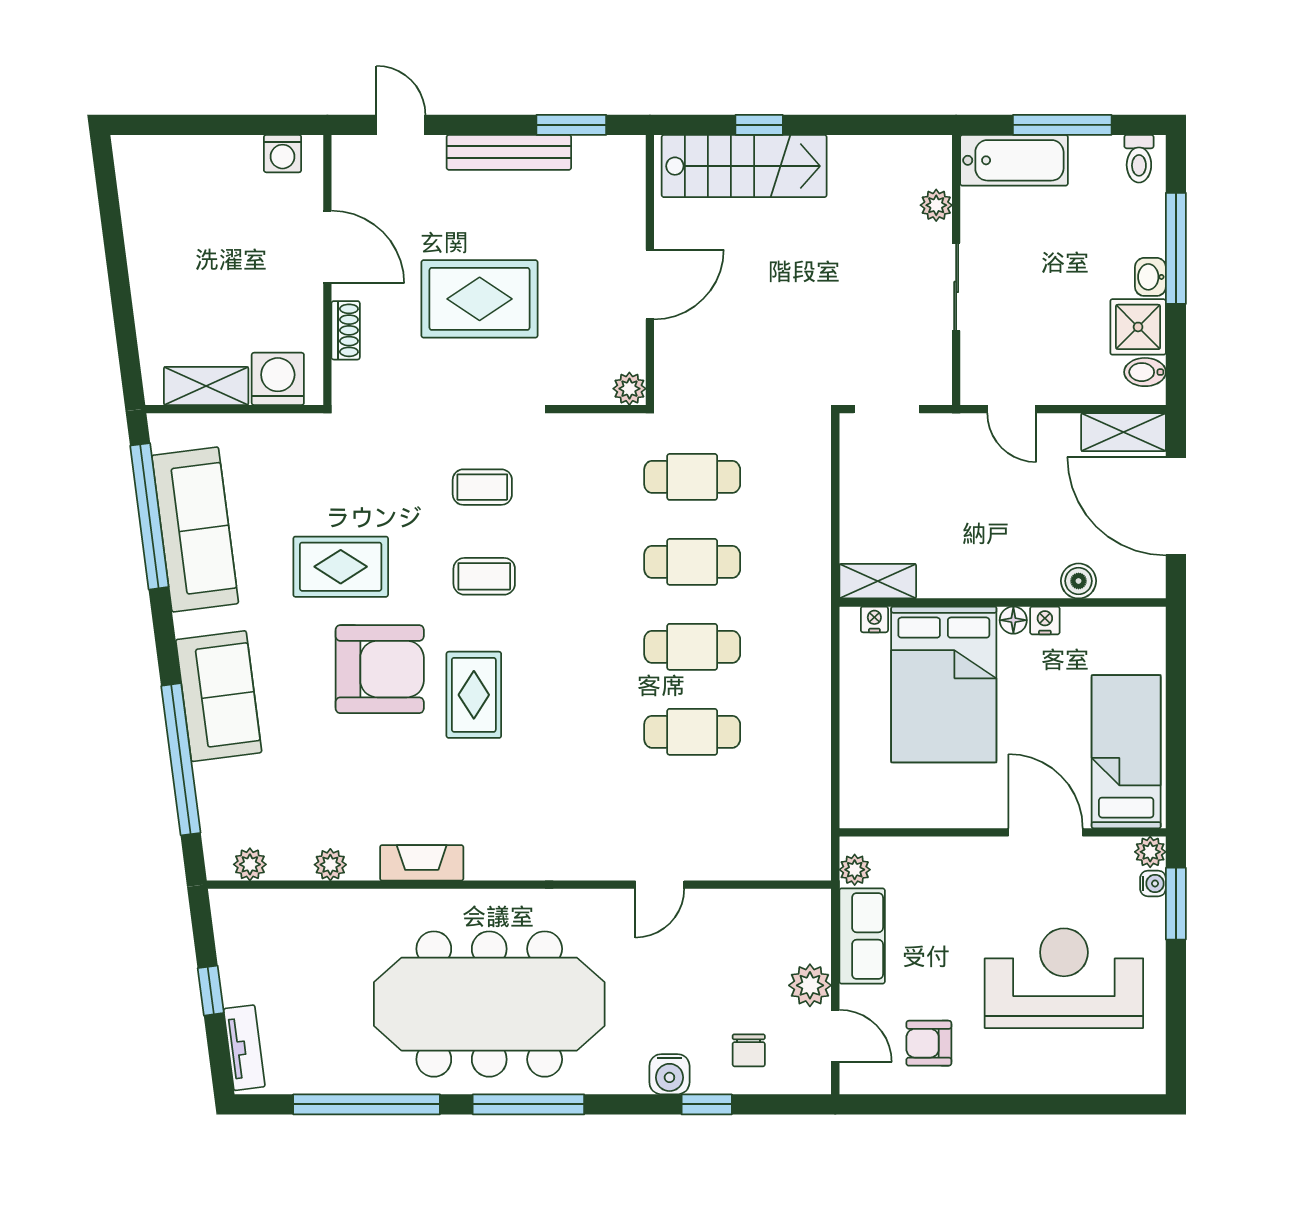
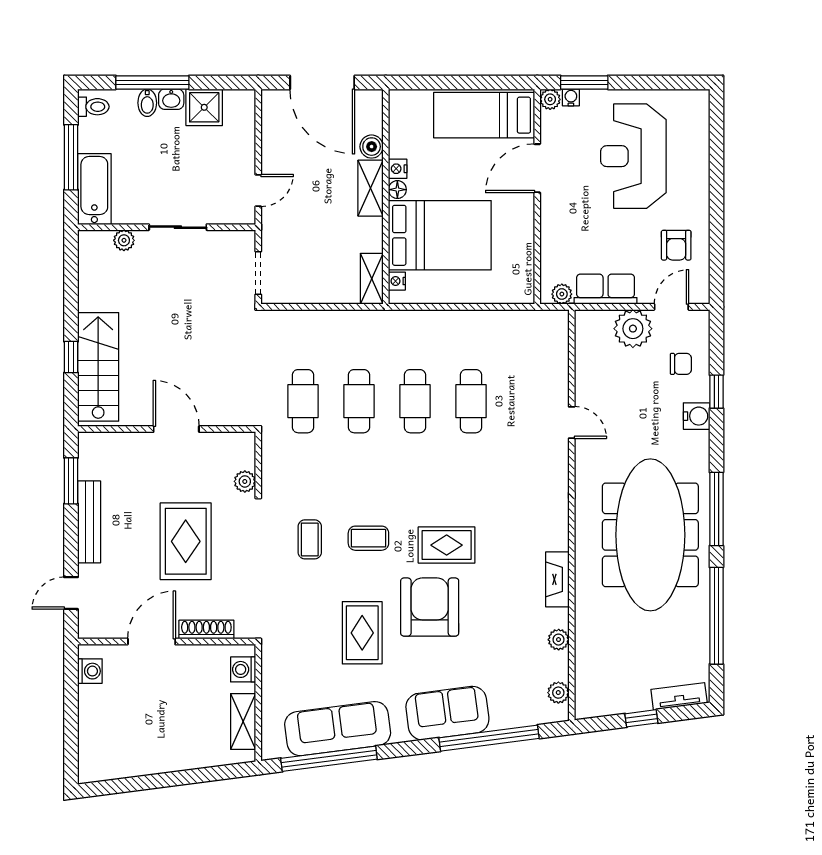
shoe rack: (346, 330) -> (206, 630), width x1.43
bidet: (1145, 372) -> (147, 103), moved
washing machine: (278, 379) -> (243, 669), width x0.73, depth x0.73
plant: (629, 389) -> (245, 481), moved
shelving: (1123, 432) -> (371, 188), moved
door: (1176, 506) -> (322, 82), hinge flipped
coffee table: (484, 576) -> (368, 538), turned 90
plant: (810, 985) -> (633, 329), width x1.36, depth x1.36

